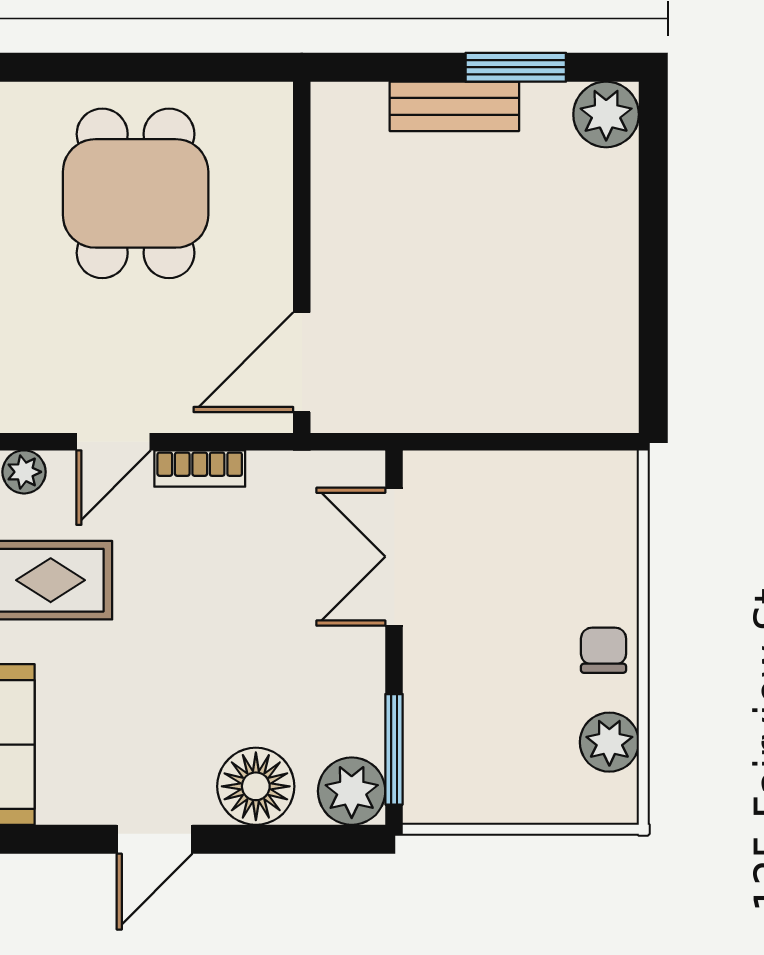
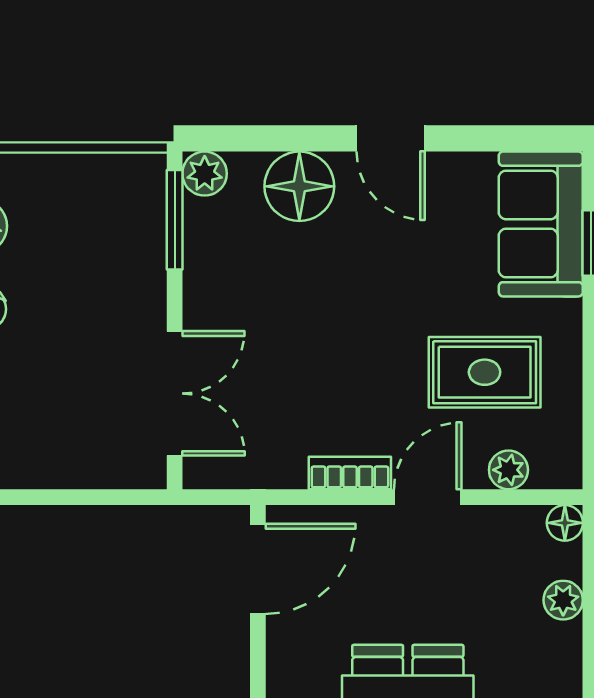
plant: (352, 791) -> (205, 174), width x0.73, depth x0.73
door: (155, 839) -> (391, 138), swing flipped

